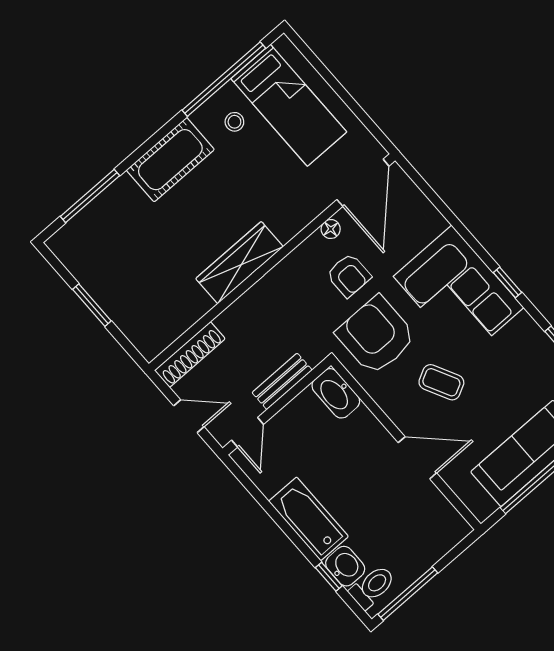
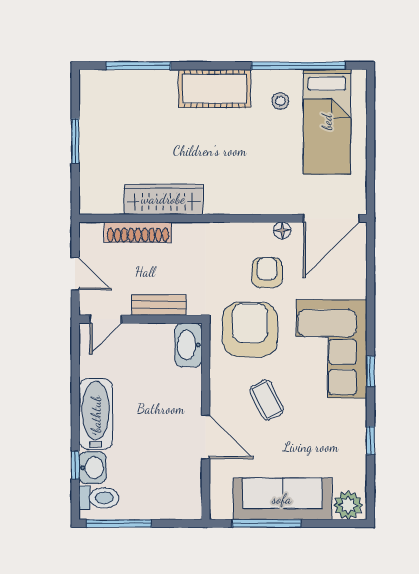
wardrobe: (239, 263) -> (163, 199), moved
armchair: (349, 275) -> (267, 273), turned 180
shoe rack: (190, 355) -> (138, 232), moved

